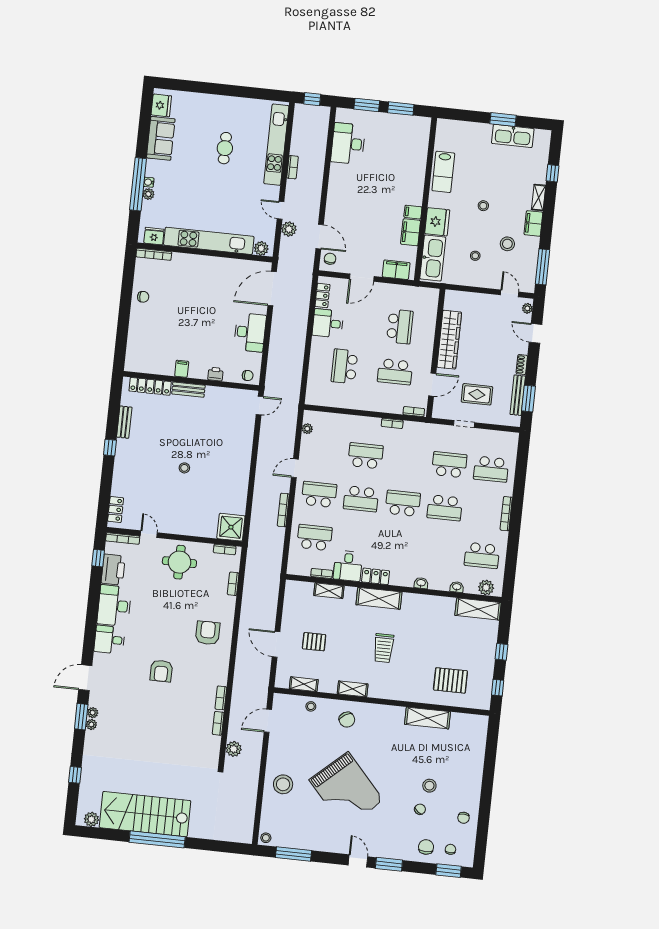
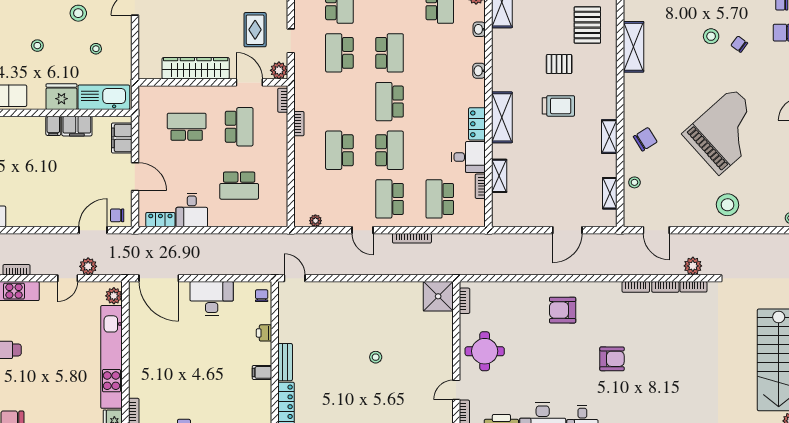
plant: (440, 411) -> (279, 70), added
bookcase: (233, 584) -> (694, 287), moved
pallet: (314, 642) -> (559, 64), moved, turned 90

